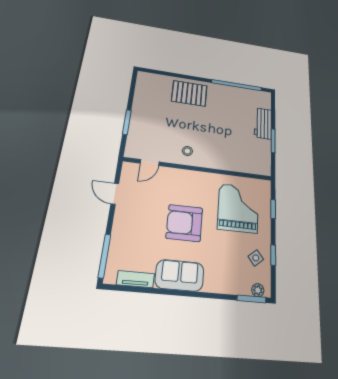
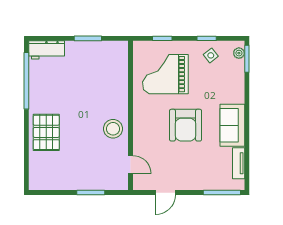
workbench: (263, 123) -> (47, 50), moved
stool: (187, 151) -> (113, 129), width x1.89, depth x1.89

